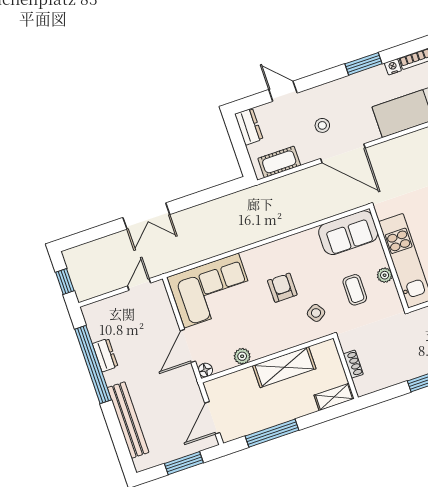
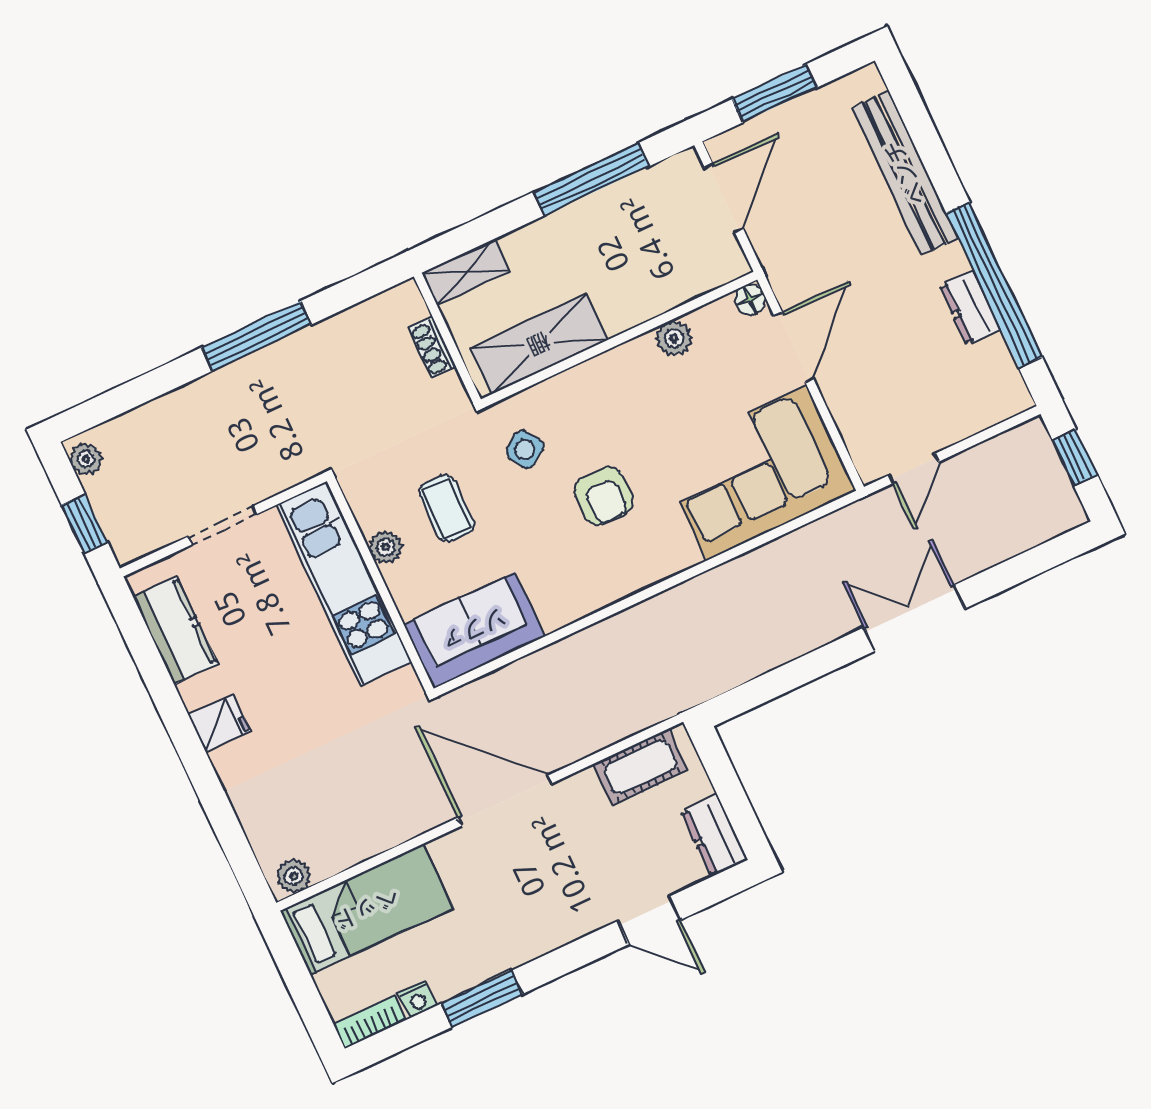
stool: (322, 125) -> (556, 856), removed
shelving: (284, 367) -> (539, 344), moved

